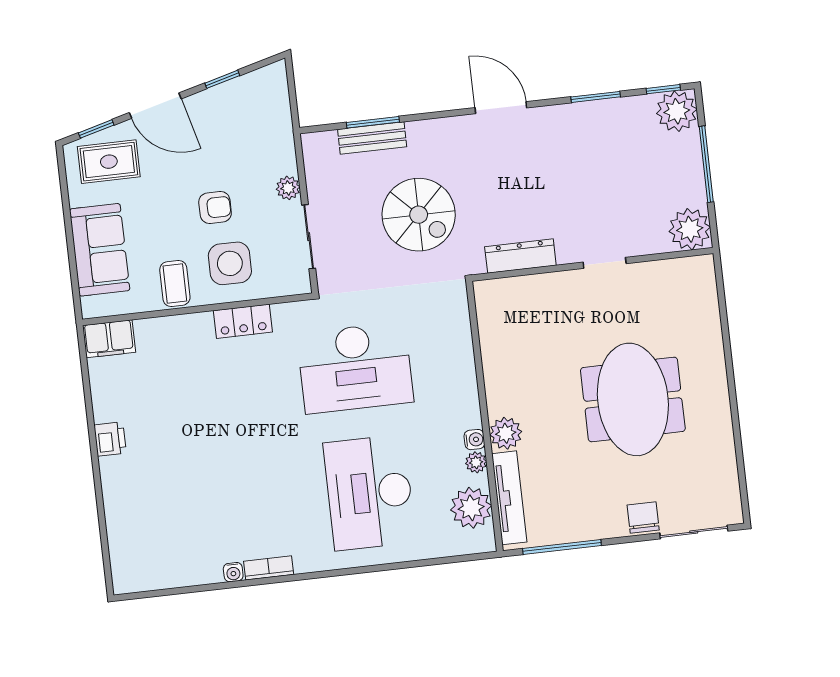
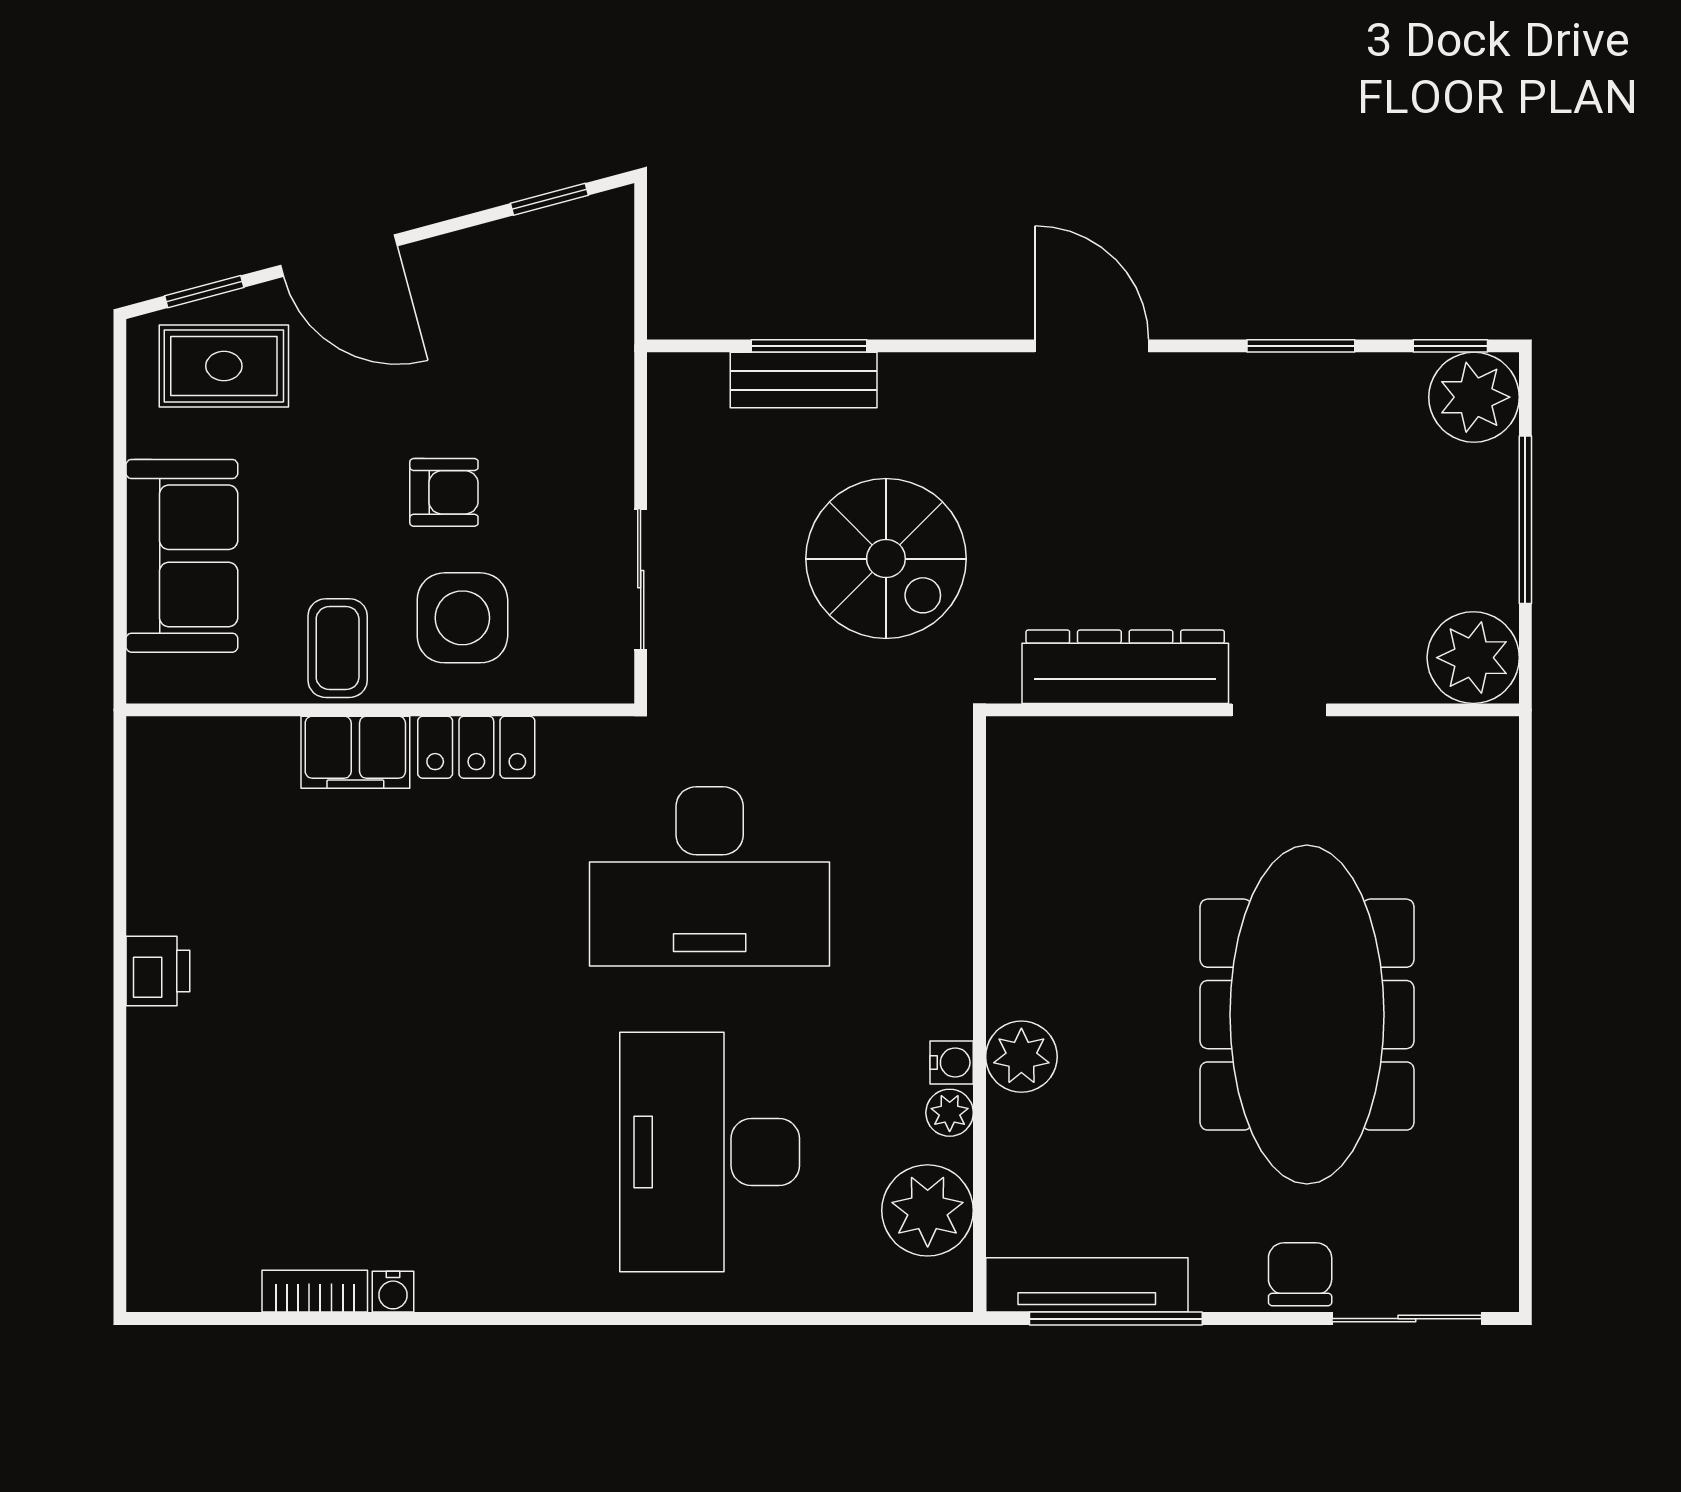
window: (222, 79) -> (549, 199), moved
plant: (288, 188) -> (608, 468), removed
dresser: (520, 256) -> (1125, 667), width x1.37, depth x1.24
filing cabinet: (109, 339) -> (355, 752), moved
meeting table: (633, 399) -> (1307, 1015), width x1.36
tv unit: (509, 498) -> (1087, 1285), moved, turned -90
bookcase: (269, 568) -> (315, 1291), moved

